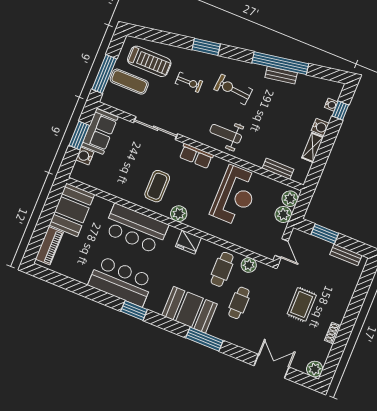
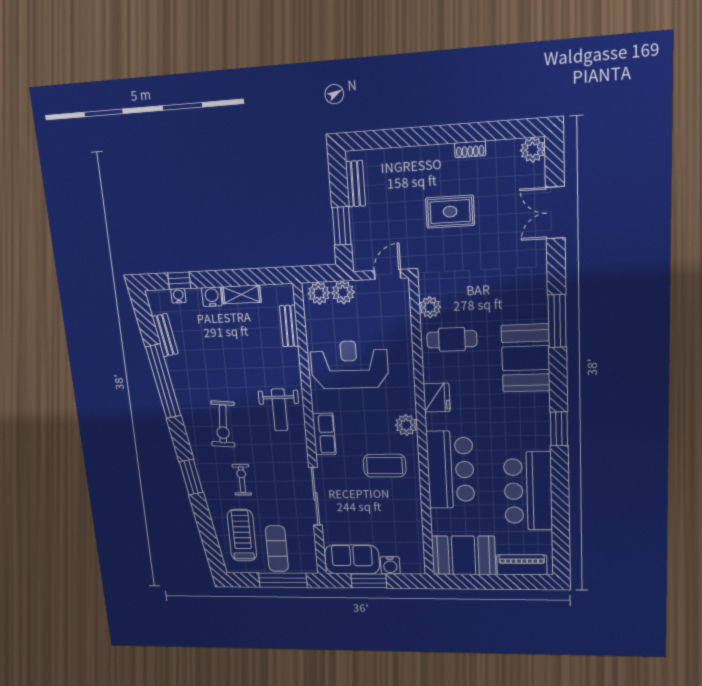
bench: (281, 75) -> (165, 335), moved
bar counter: (121, 281) -> (528, 491), moved
cafe table: (239, 303) -> (487, 297), removed

